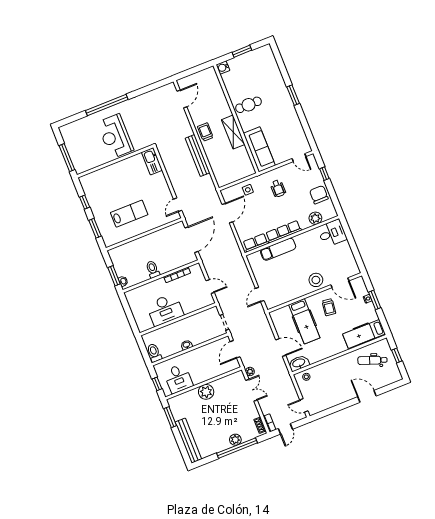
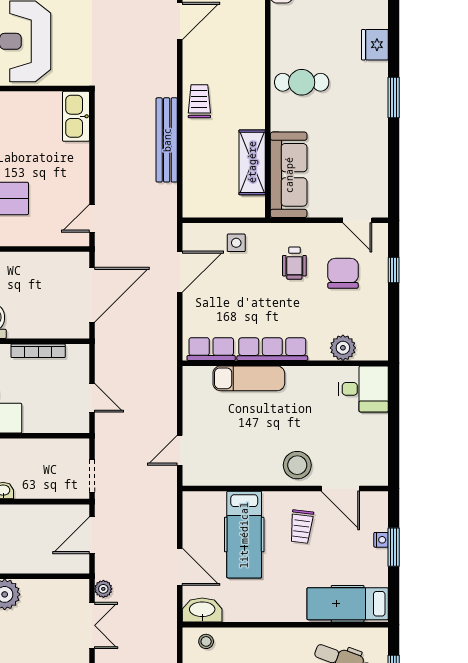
fridge: (275, 74) -> (375, 45), added
shelving: (233, 132) -> (252, 162), moved
chair: (319, 195) -> (343, 273), moved

